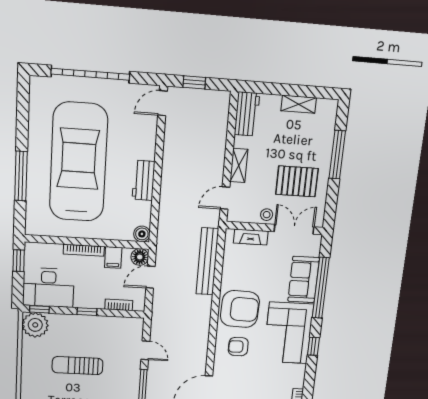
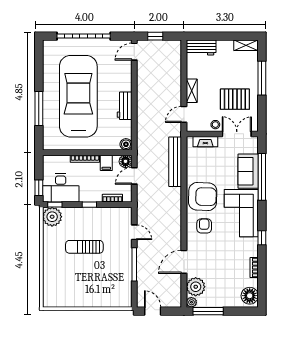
shelving: (299, 104) -> (246, 45), moved
workbench: (247, 114) -> (201, 47), moved, turned 90
window: (19, 261) -> (39, 188), moved
window: (313, 346) -> (262, 238), moved
armchair: (238, 347) -> (204, 226), turned 90

